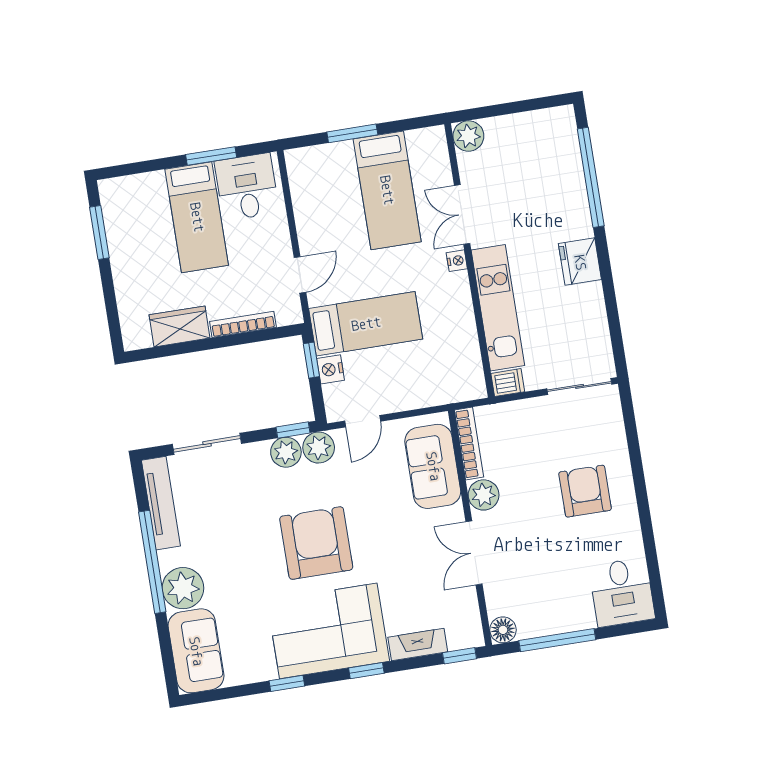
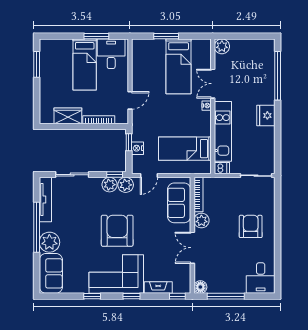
bed: (366, 324) -> (185, 149), moved, turned 180

